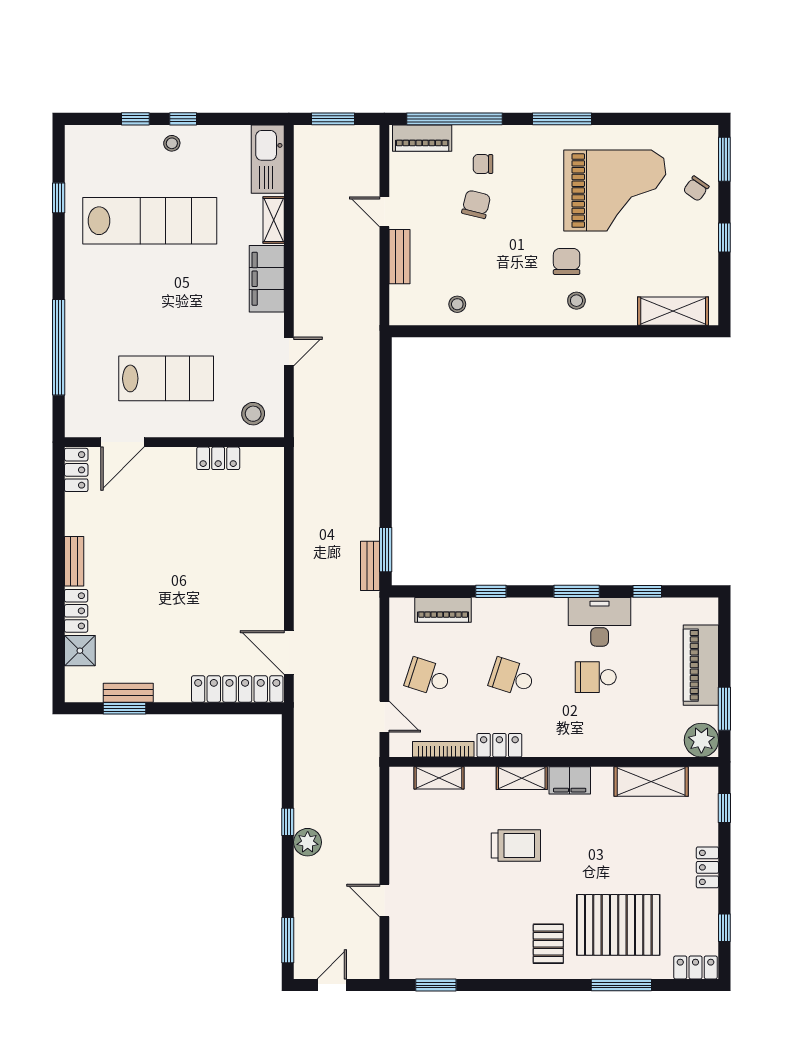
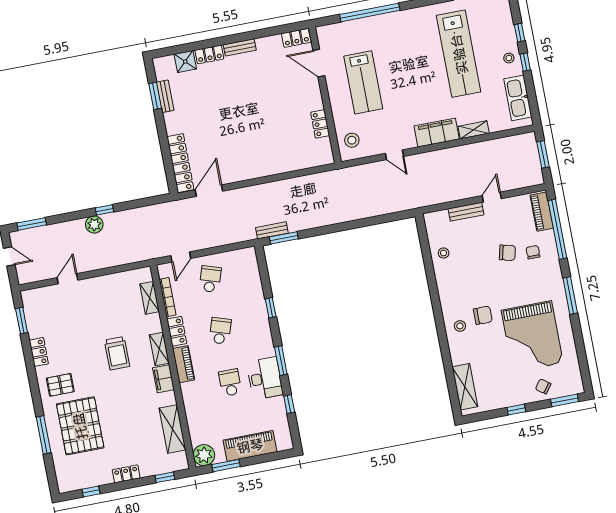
kitchen sink: (268, 159) -> (518, 98), moved, turned -90
piano: (443, 610) -> (184, 364), moved, turned 180
locker: (696, 967) -> (39, 352), moved

